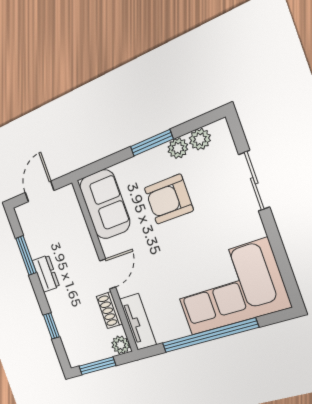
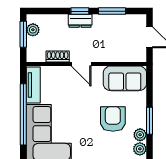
dresser: (46, 274) -> (80, 21), moved
tv unit: (138, 322) -> (33, 85), moved, turned -90
window: (51, 326) -> (80, 11), moved
plant: (121, 345) -> (33, 30), moved

